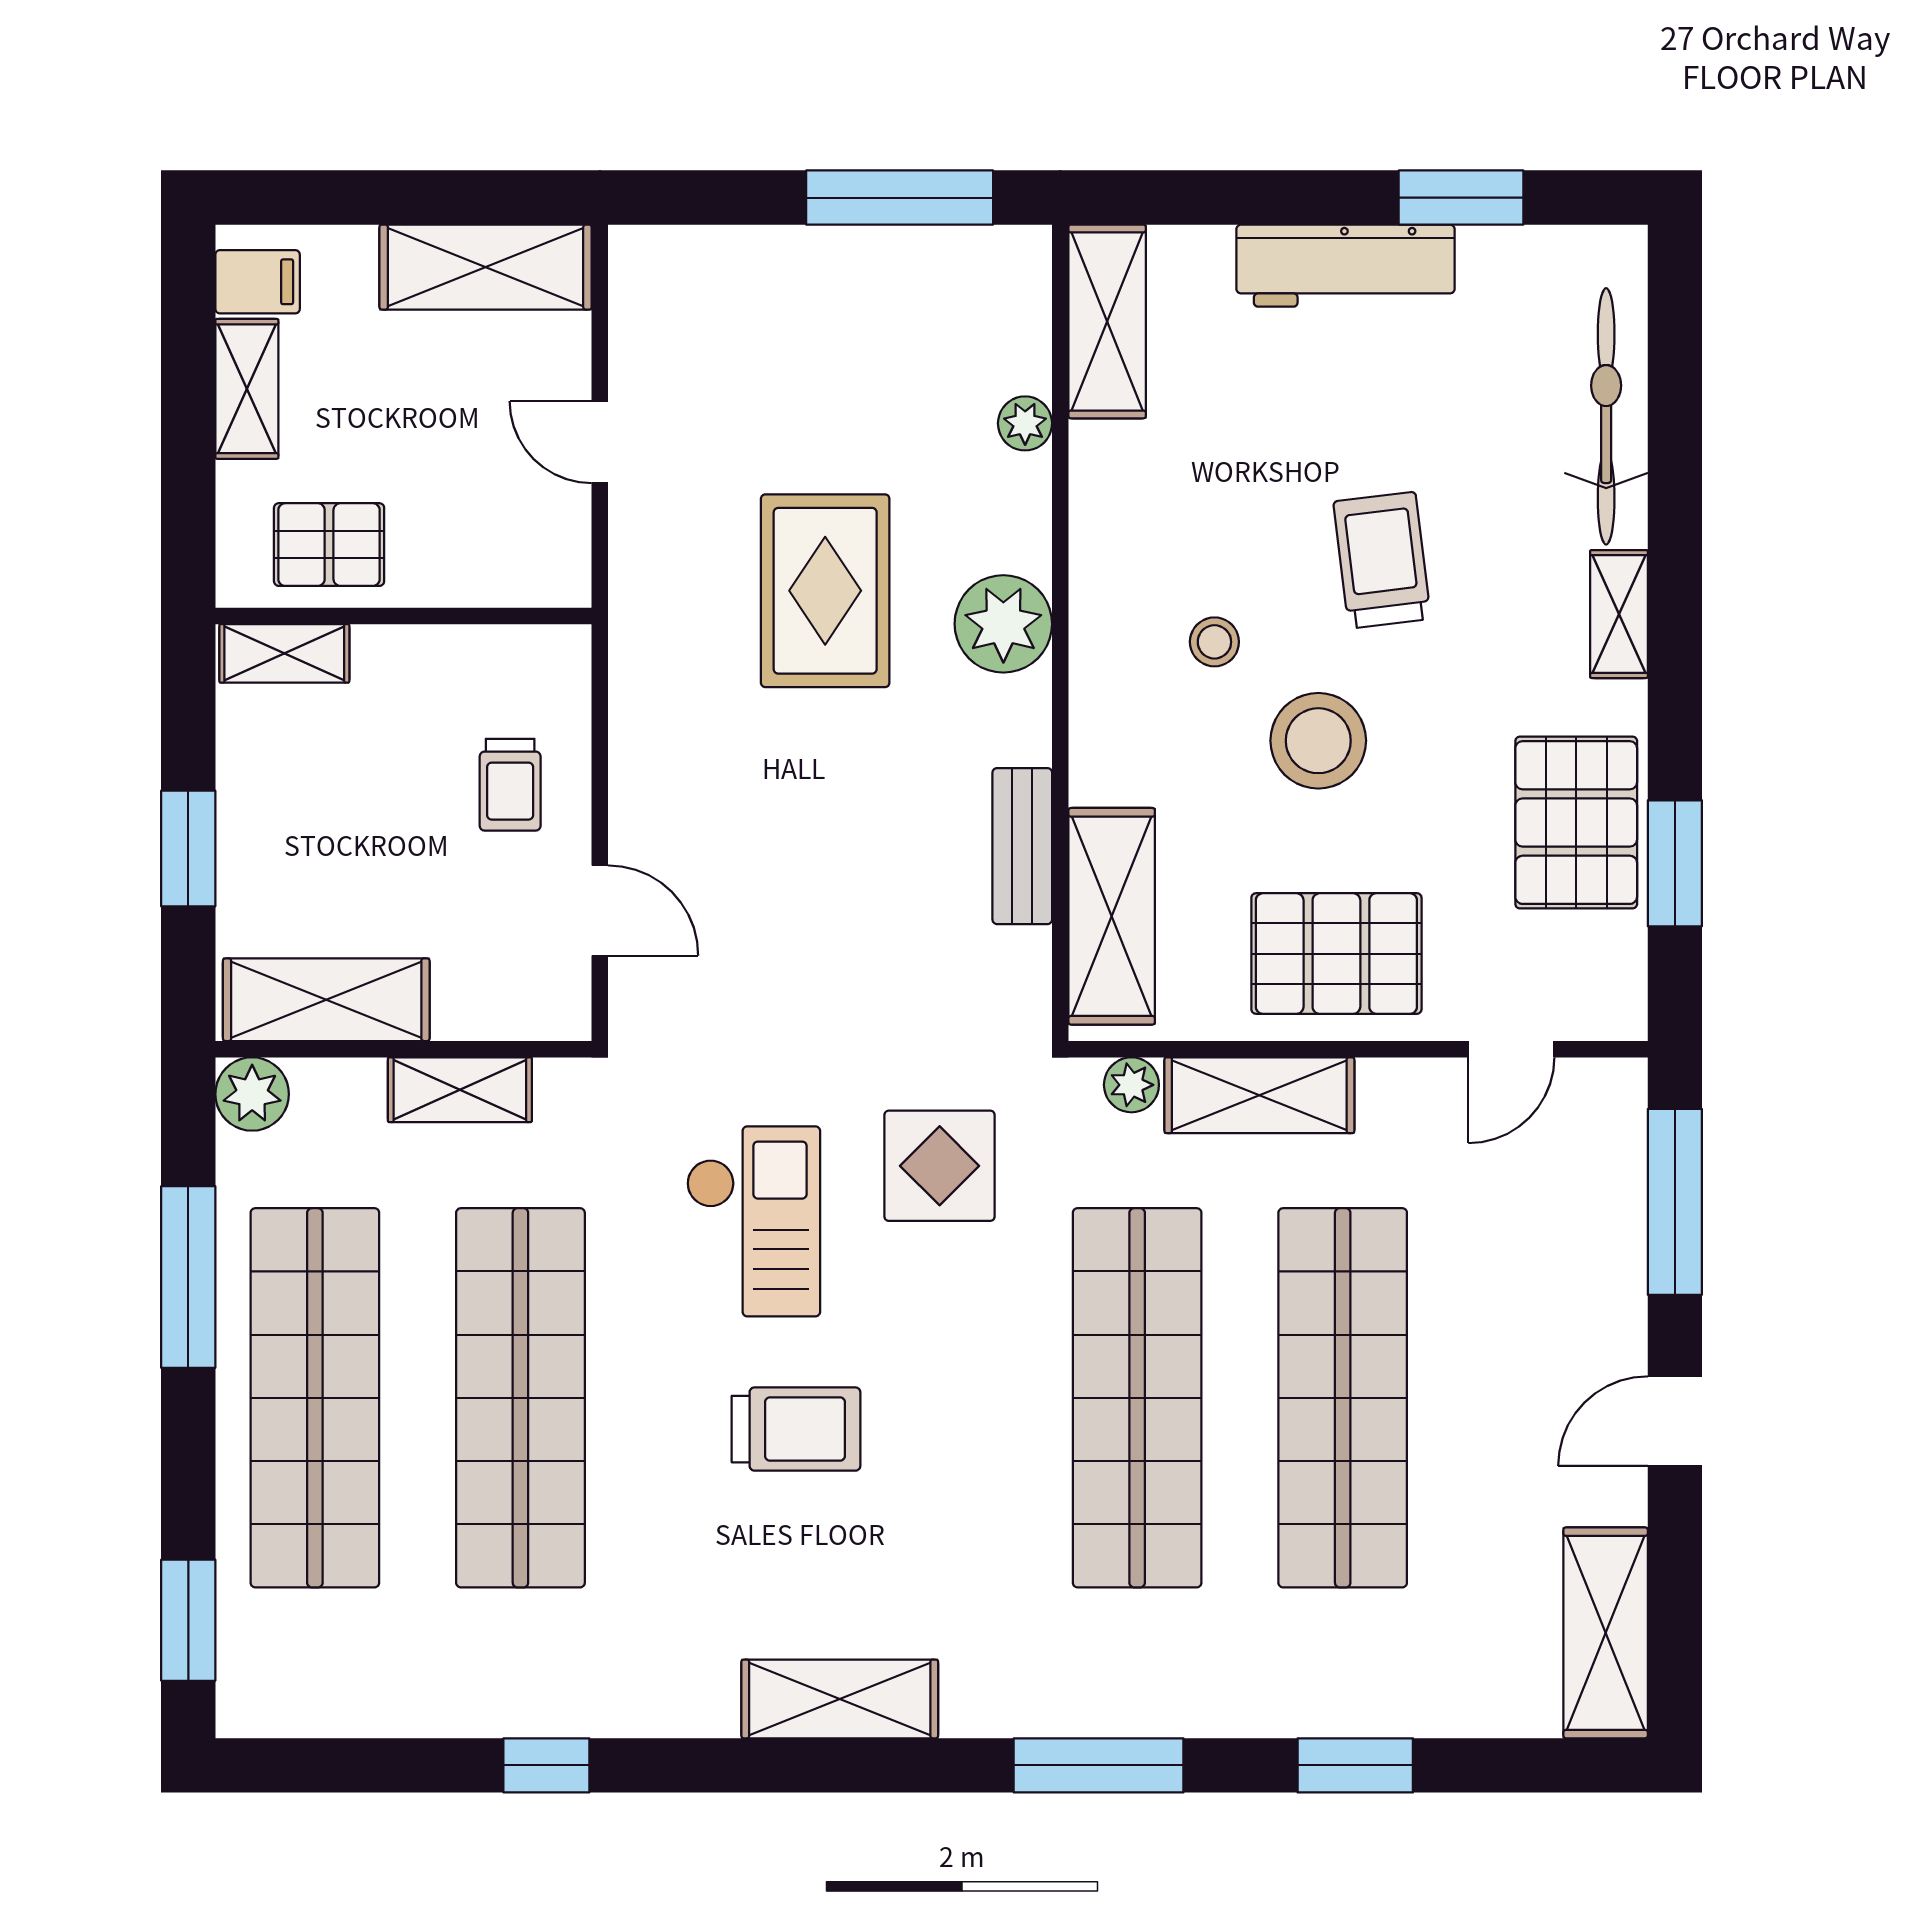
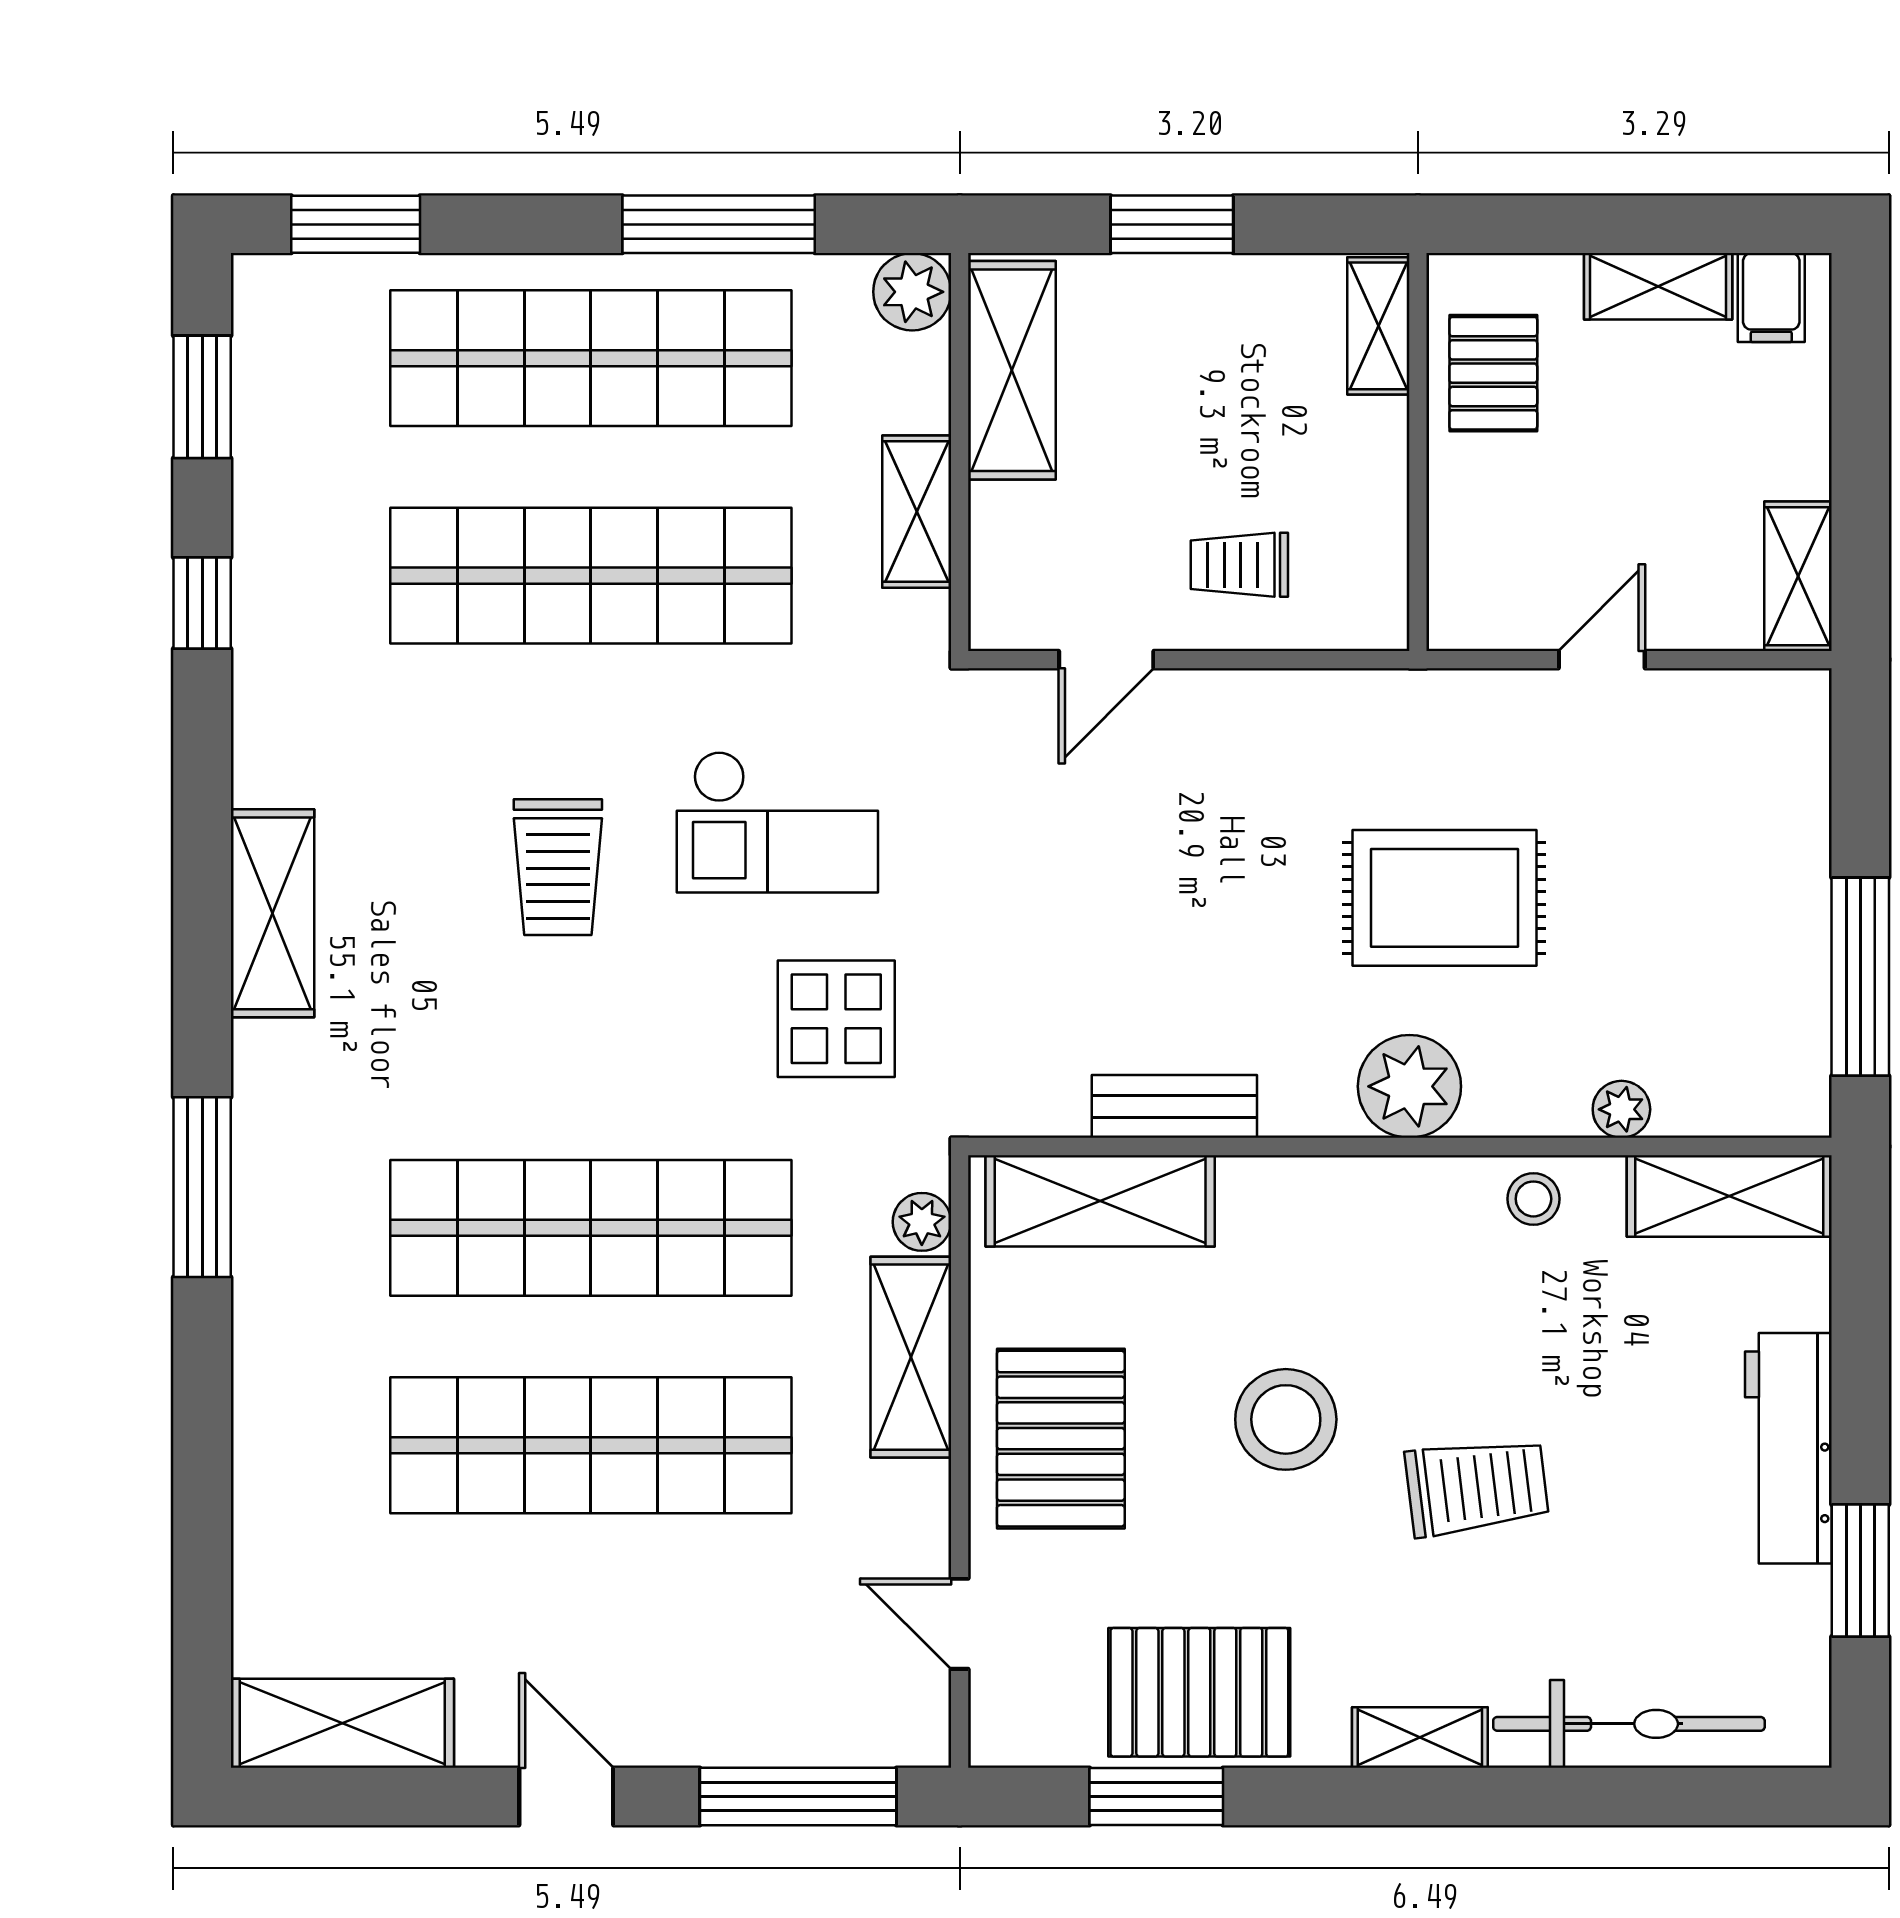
shelving: (486, 267) -> (1798, 576), width x0.67, depth x0.75
stool: (1214, 642) -> (1533, 1199), moved
window: (1355, 1765) -> (202, 397), moved

